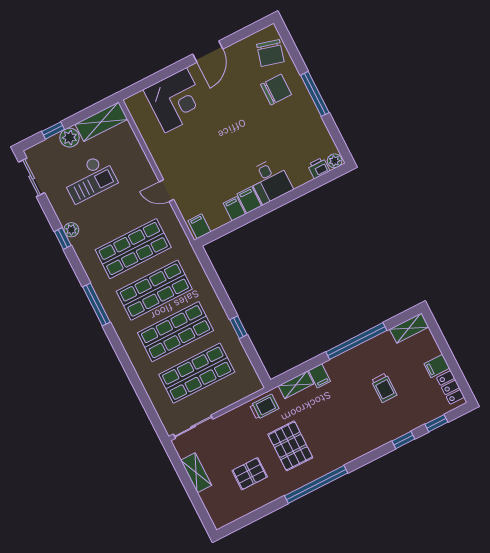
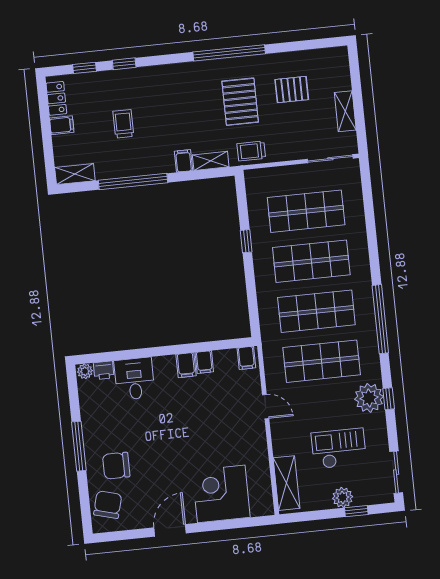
shelving: (101, 122) -> (286, 483), moved, turned 90
desk: (270, 181) -> (134, 379), moved
plant: (71, 230) -> (369, 398), width x1.88, depth x1.88
window: (96, 305) -> (380, 319), width x1.46

